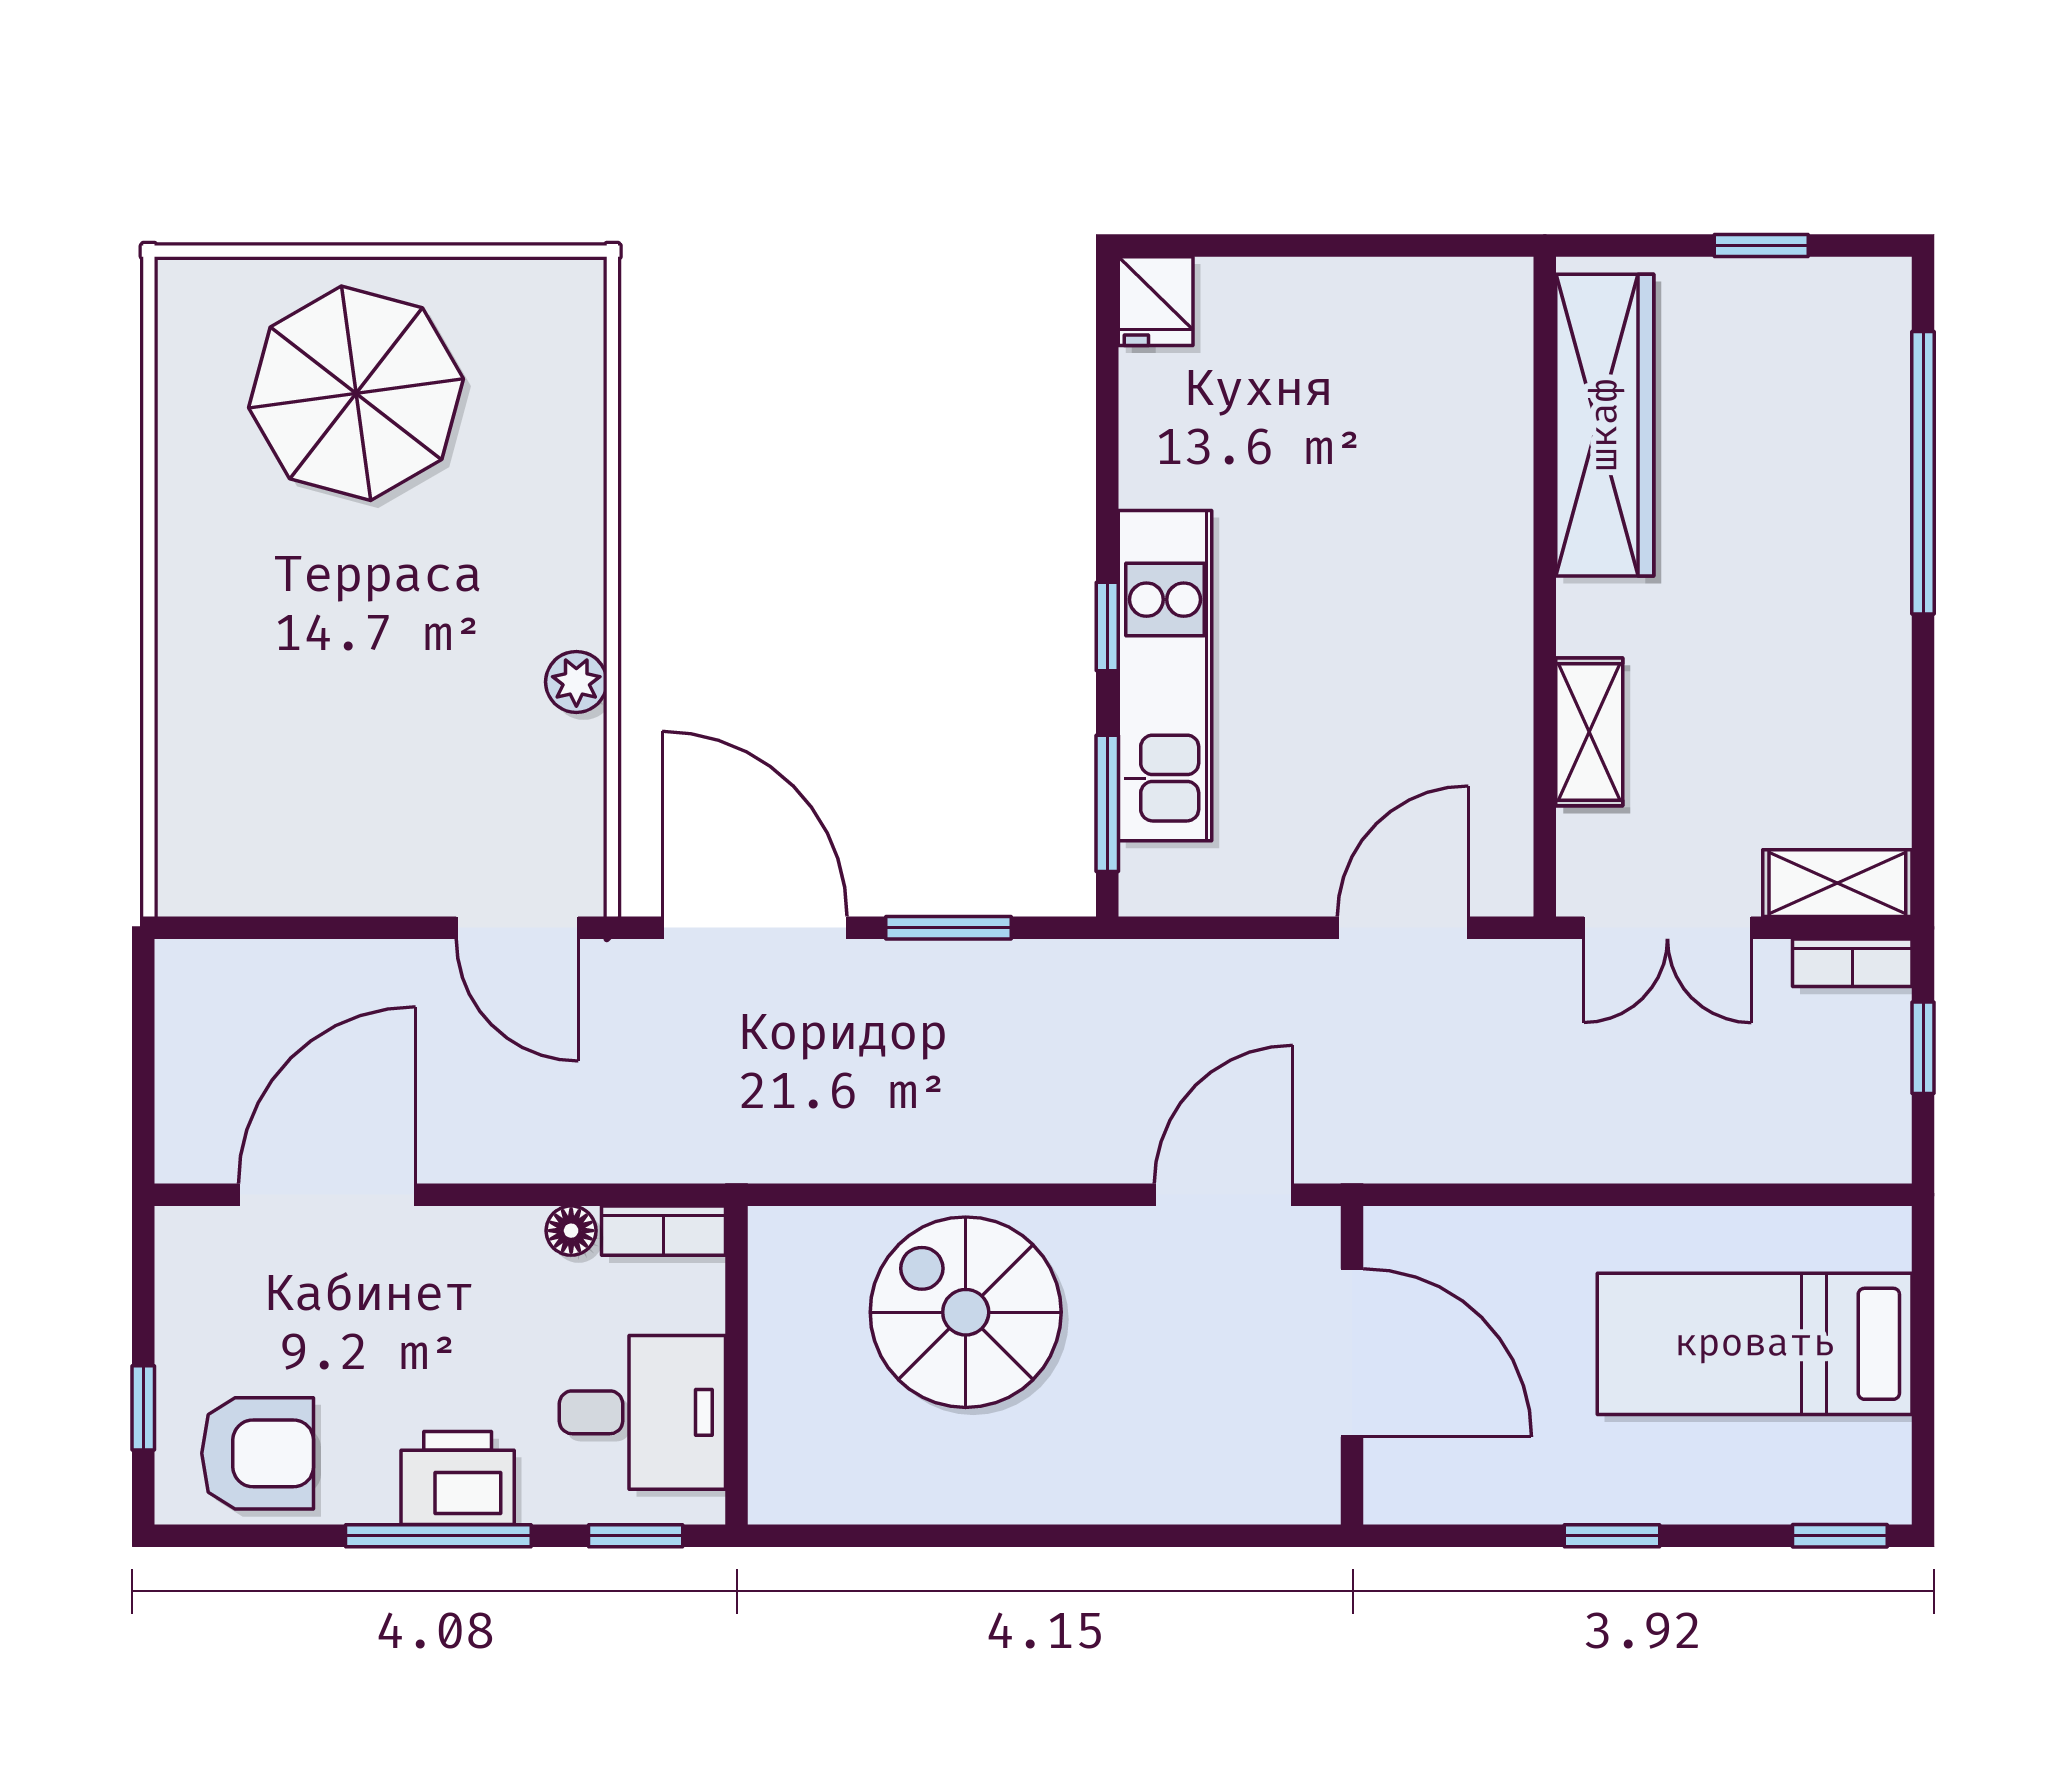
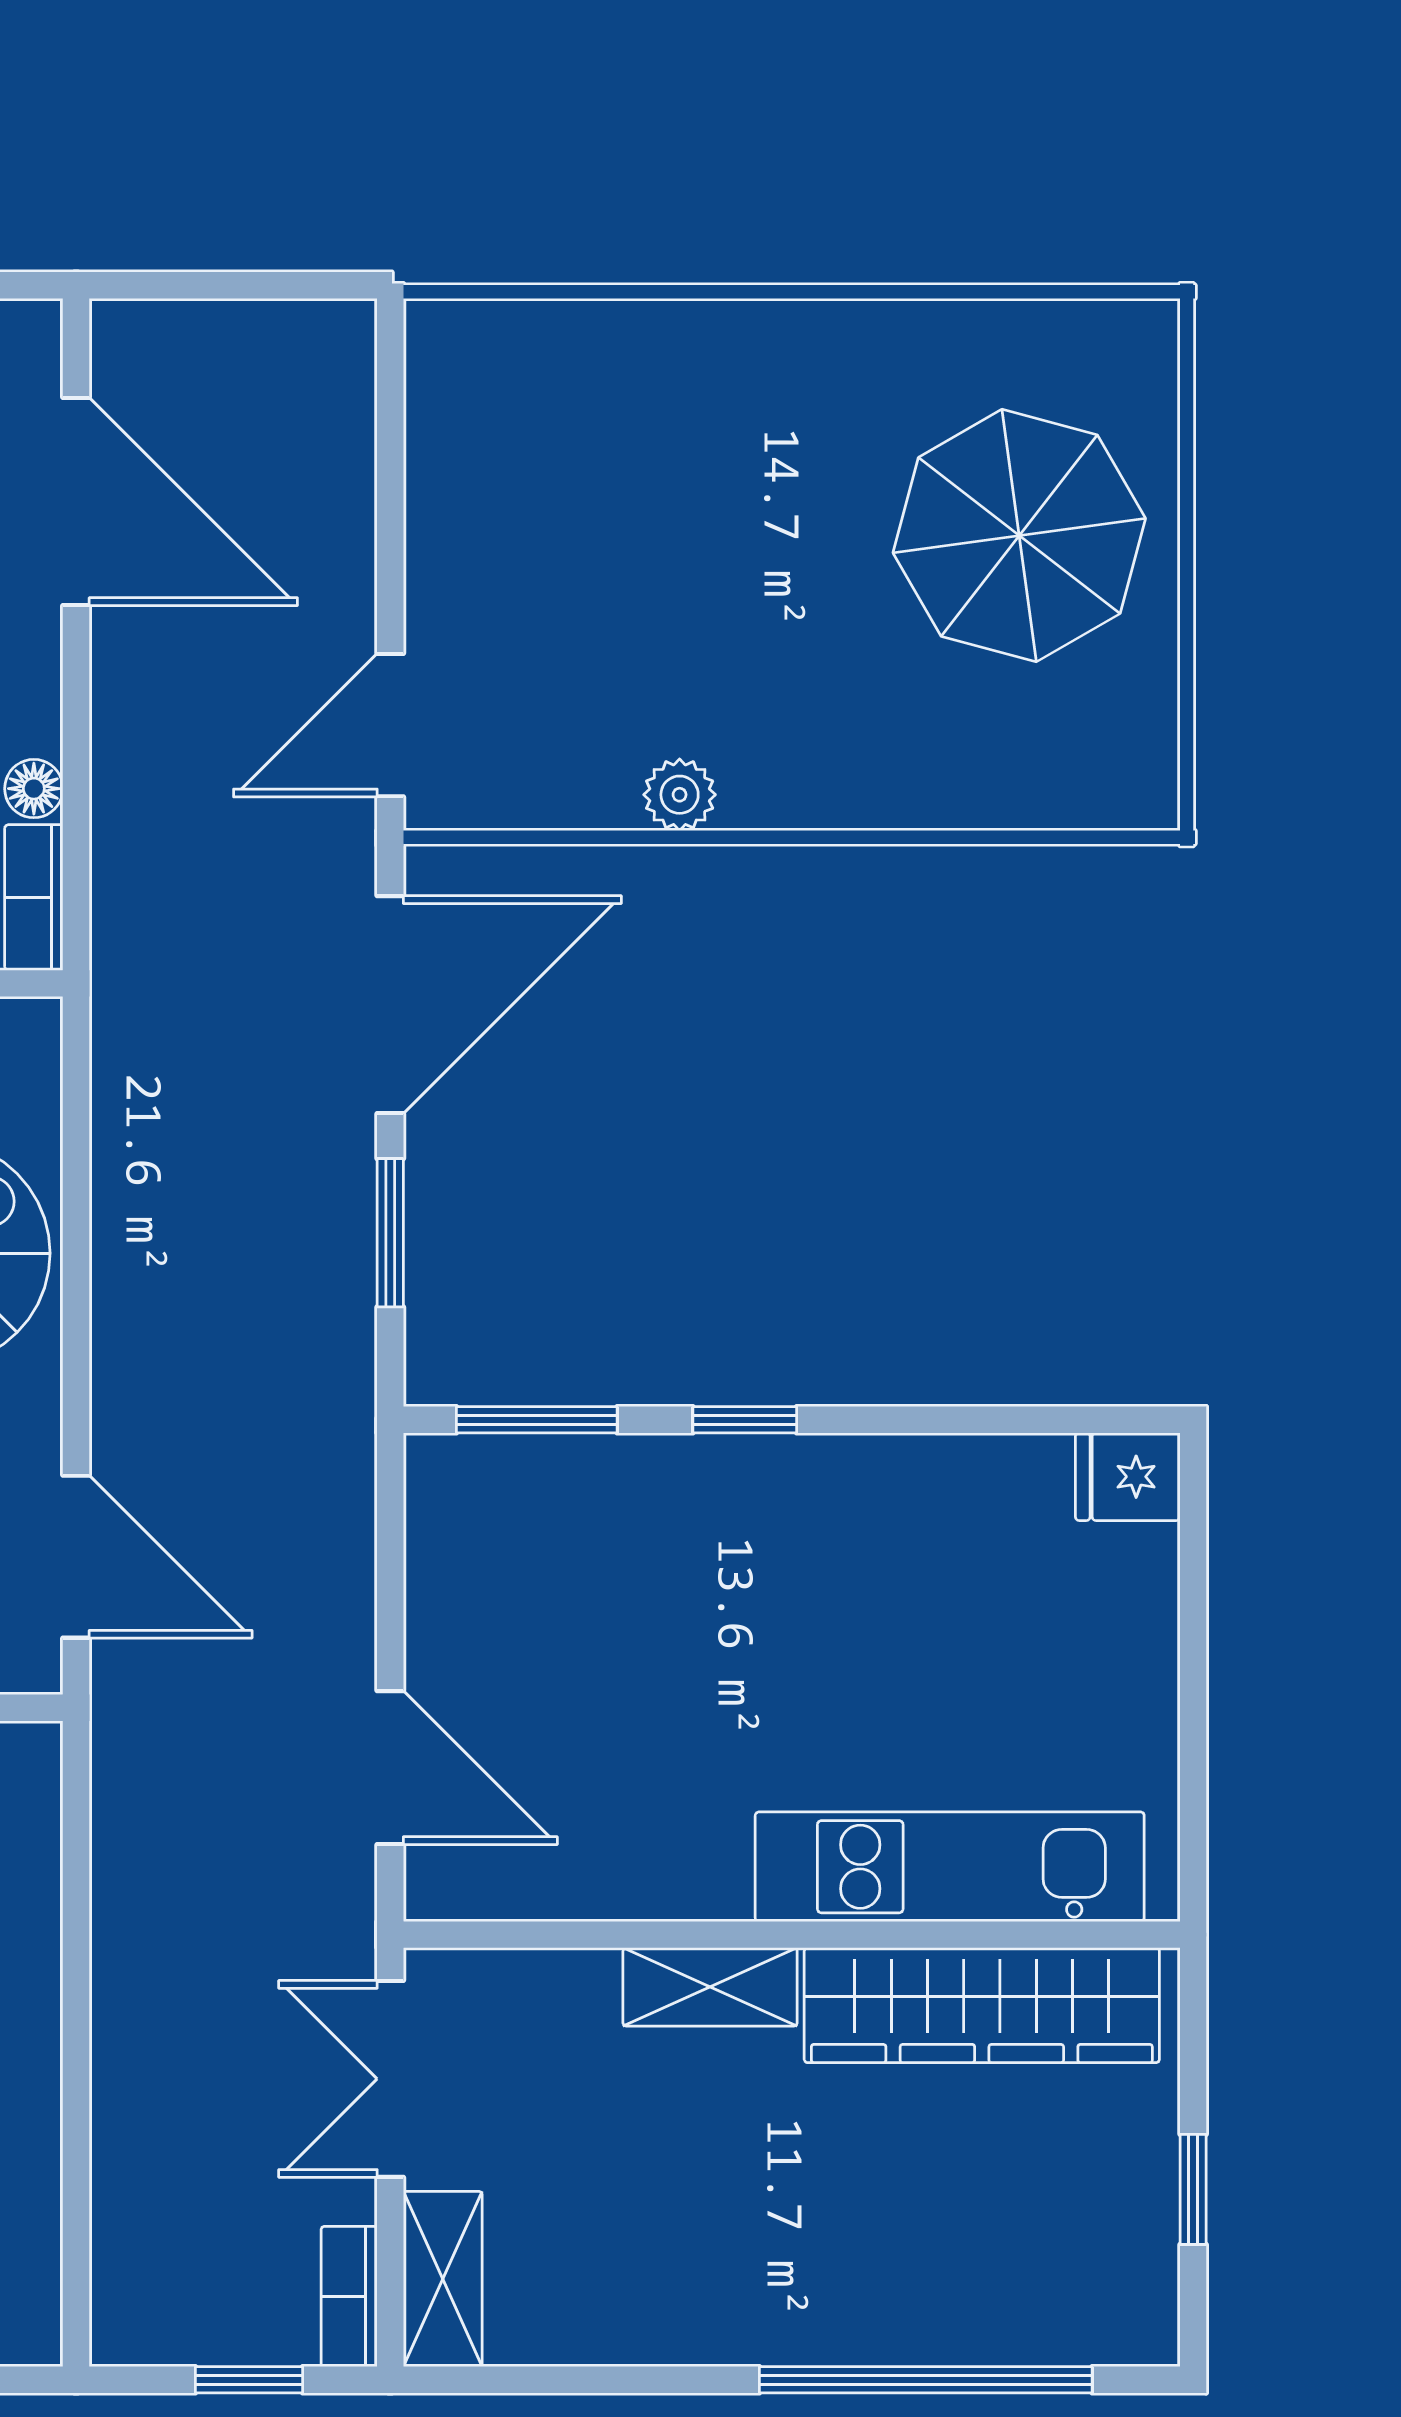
kitchen unit: (1165, 676) -> (950, 1867), moved, turned 180
shelving: (1589, 732) -> (710, 1987), moved

